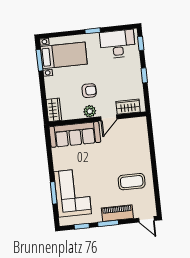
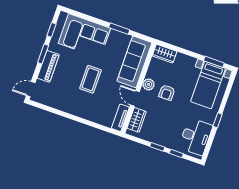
window: (141, 43) -> (176, 154), moved
tv unit: (133, 123) -> (120, 118), added
coffee table: (132, 182) -> (90, 79), moved
window: (54, 193) -> (119, 29), moved

